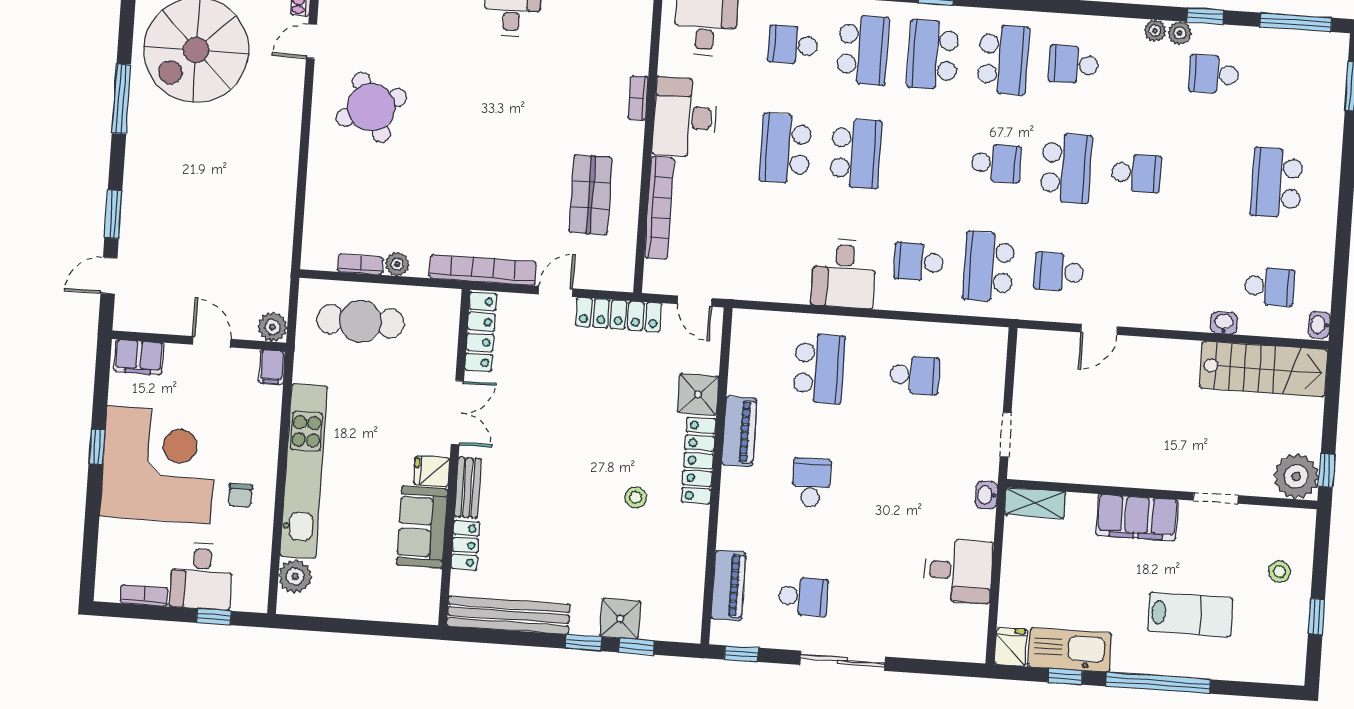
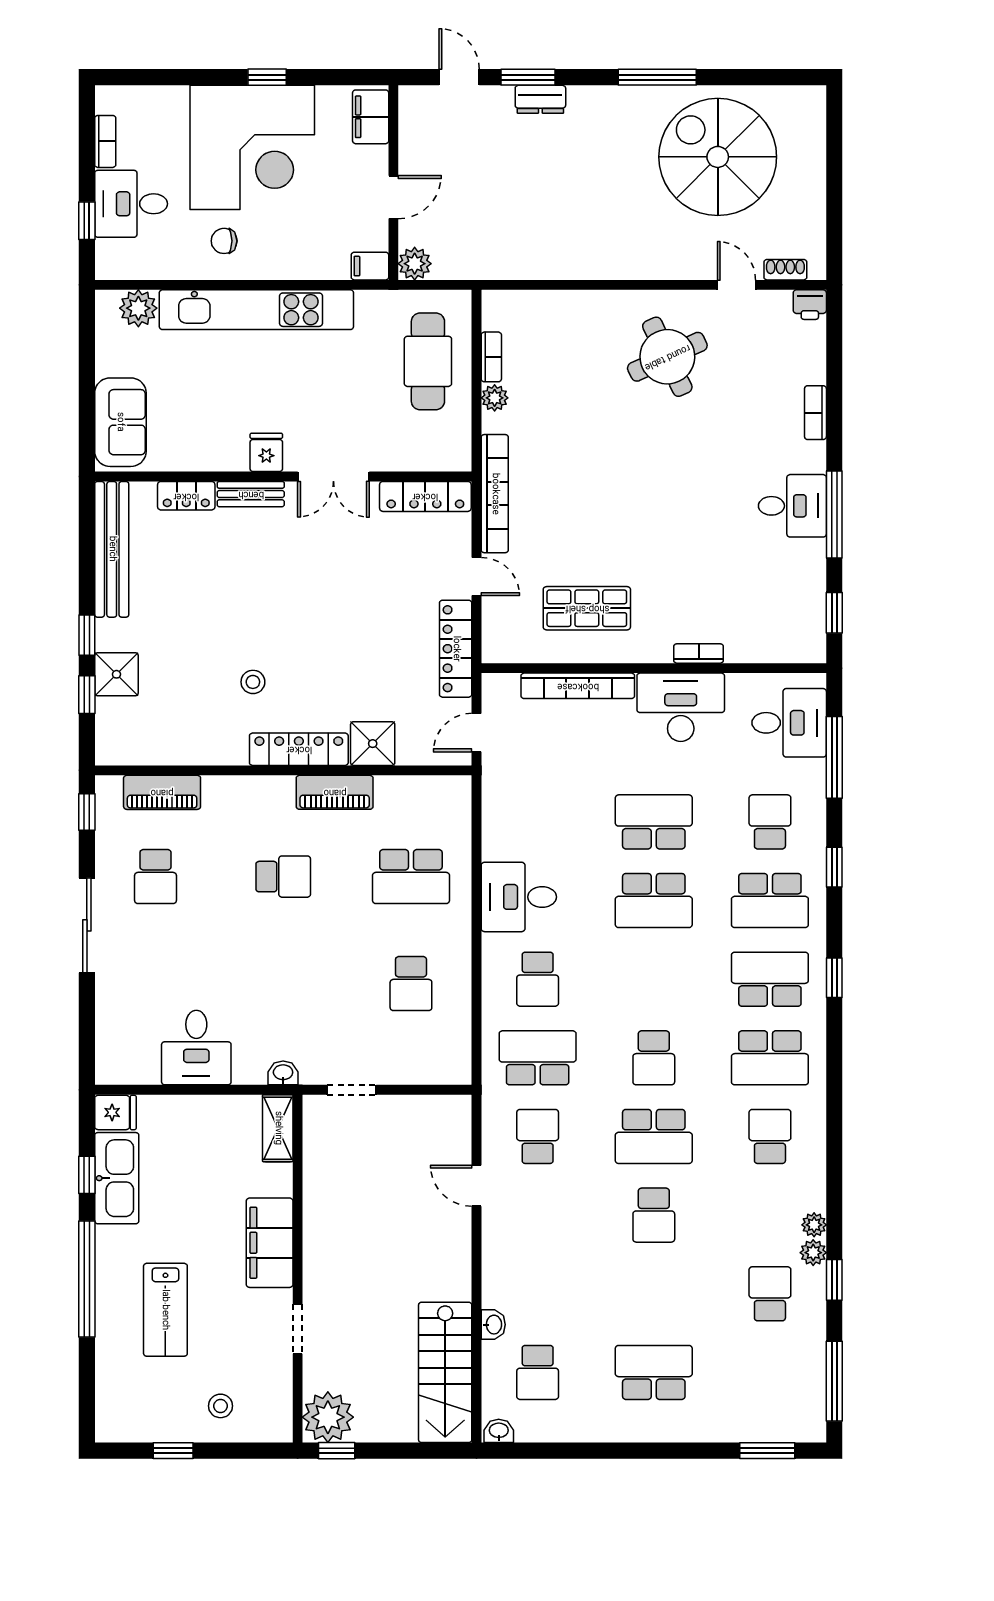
dresser: (134, 205) -> (540, 99), added
school desk: (919, 262) -> (538, 979), turned 180
sofa: (422, 527) -> (120, 422), moved, turned 90

